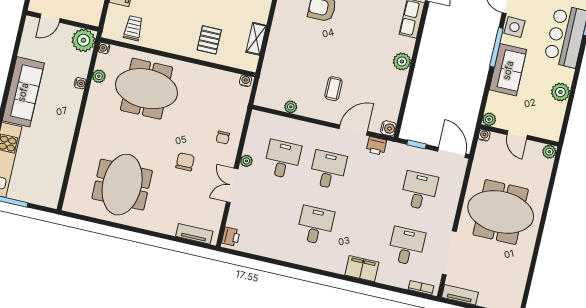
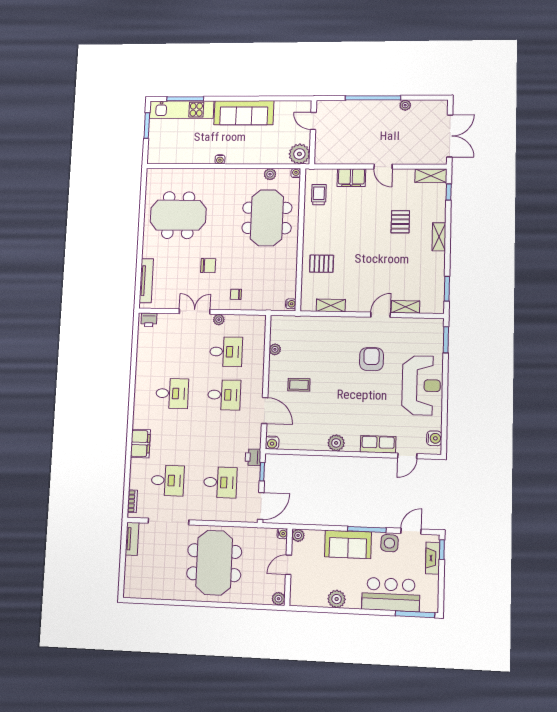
trolley: (133, 28) -> (319, 195), turned -90
water cooler: (80, 83) -> (220, 159), moved
printer: (376, 146) -> (253, 457), moved
tv unit: (194, 234) -> (146, 281), width x1.41

